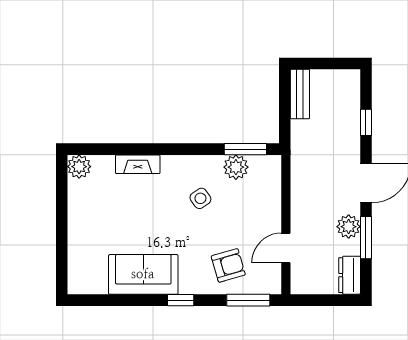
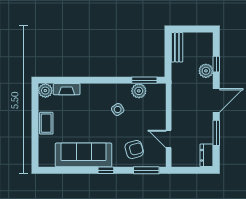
fireplace: (138, 164) -> (67, 89), moved
coffee table: (81, 221) -> (46, 123), added
plant: (349, 227) -> (206, 71), moved
door: (286, 248) -> (169, 139), hinge flipped
sofa: (143, 274) -> (84, 155), width x1.36

